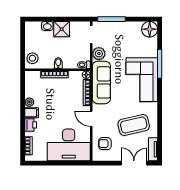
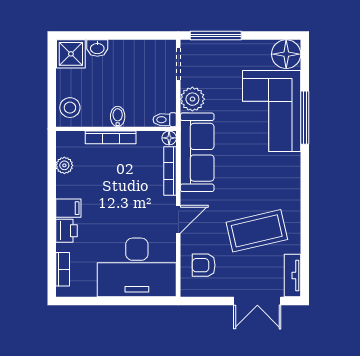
shower: (62, 29) -> (71, 54), moved
corner sofa: (142, 80) -> (272, 111), moved
plant: (29, 102) -> (64, 165), moved
door: (91, 119) -> (178, 219), swing flipped
double door: (134, 163) -> (257, 301), swing flipped

